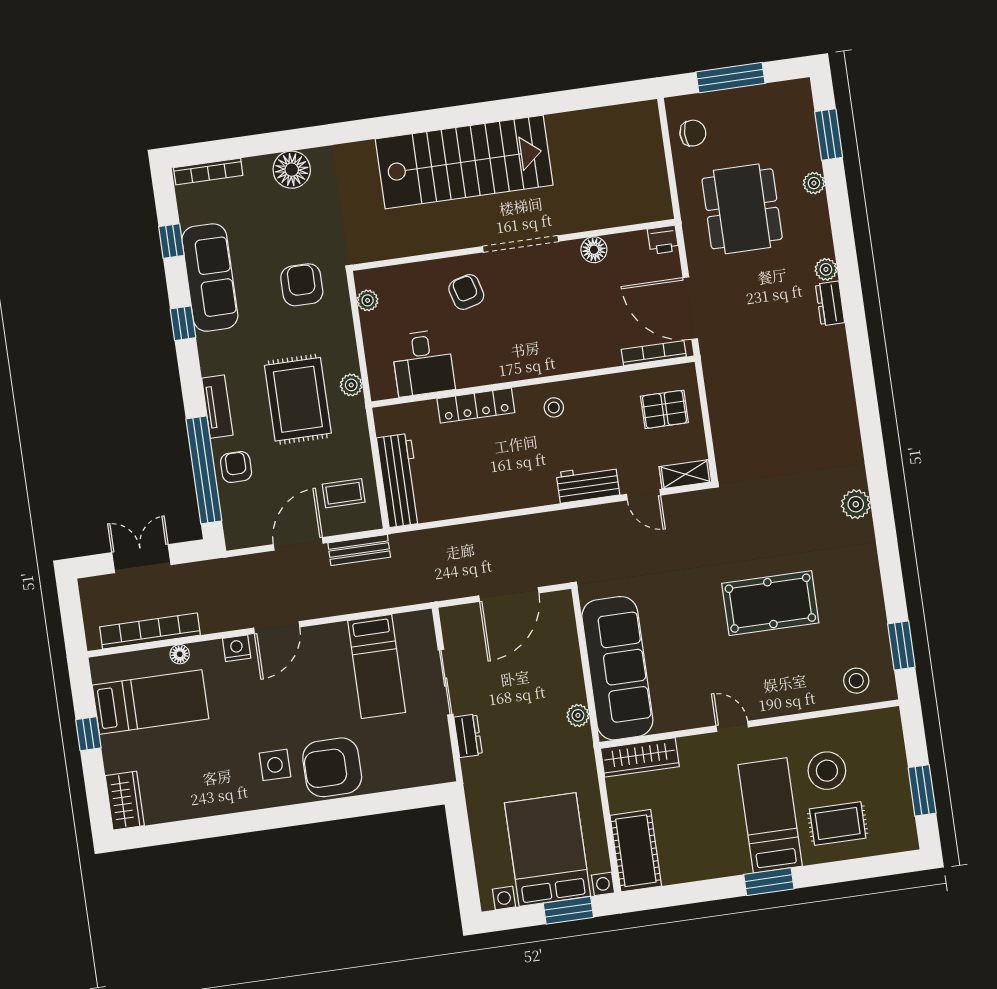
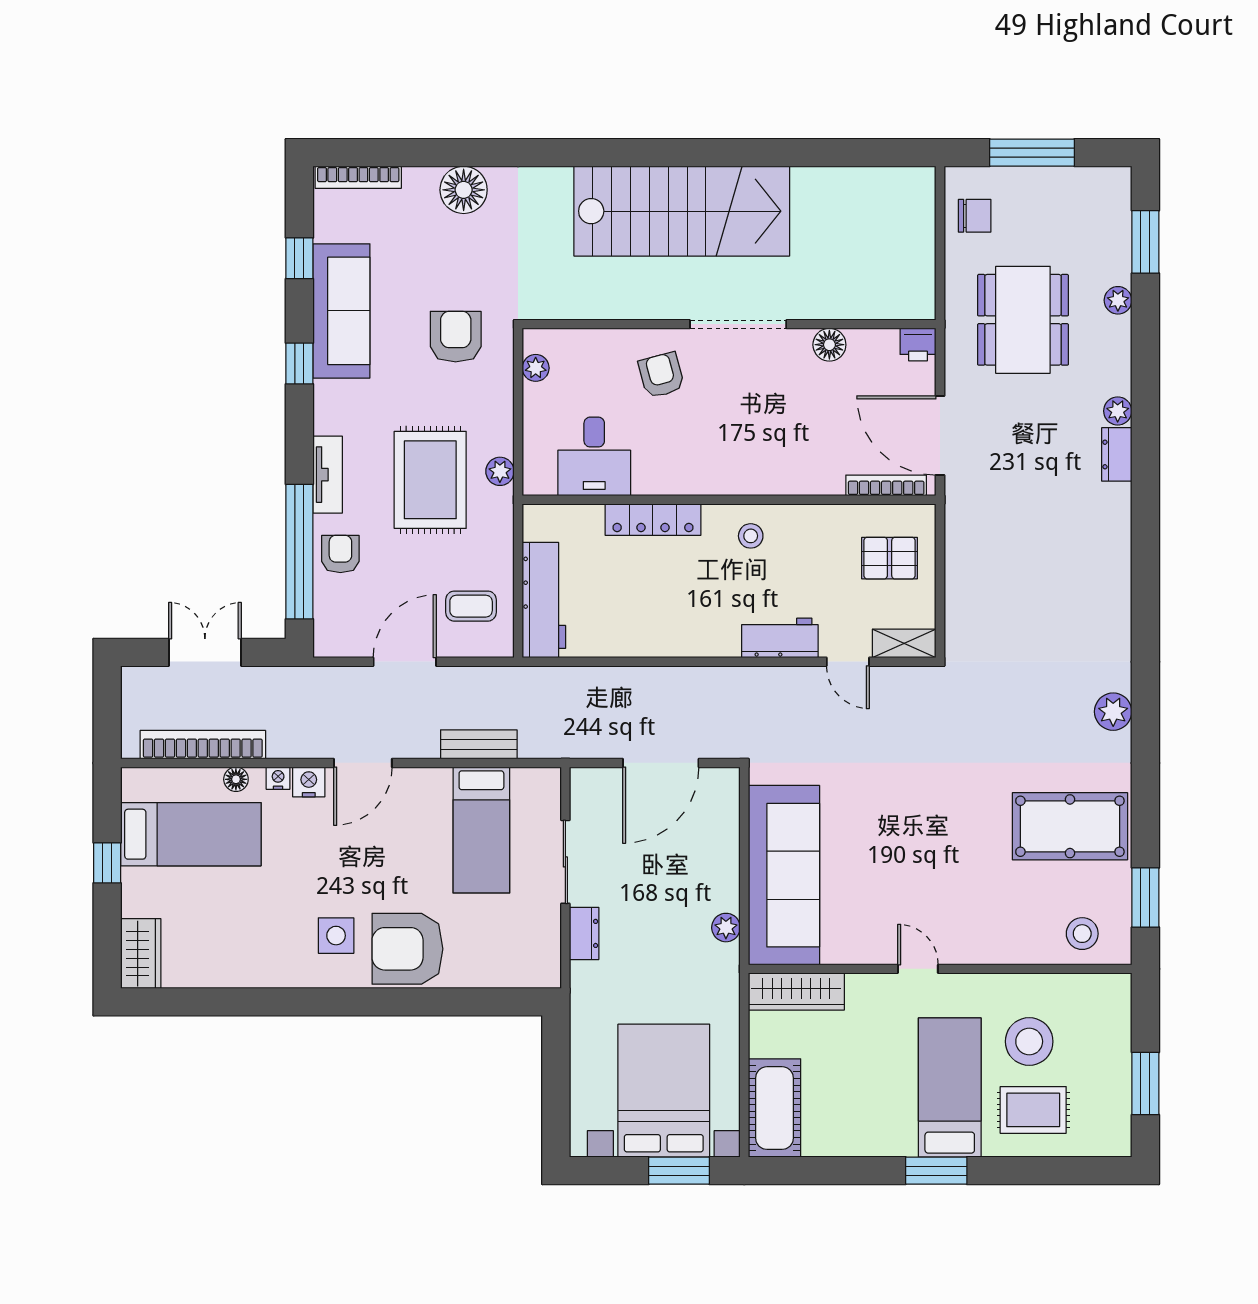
bench: (359, 550) -> (479, 744), moved
pool table: (770, 603) -> (1070, 826), moved
nightstand: (212, 649) -> (278, 778), added

